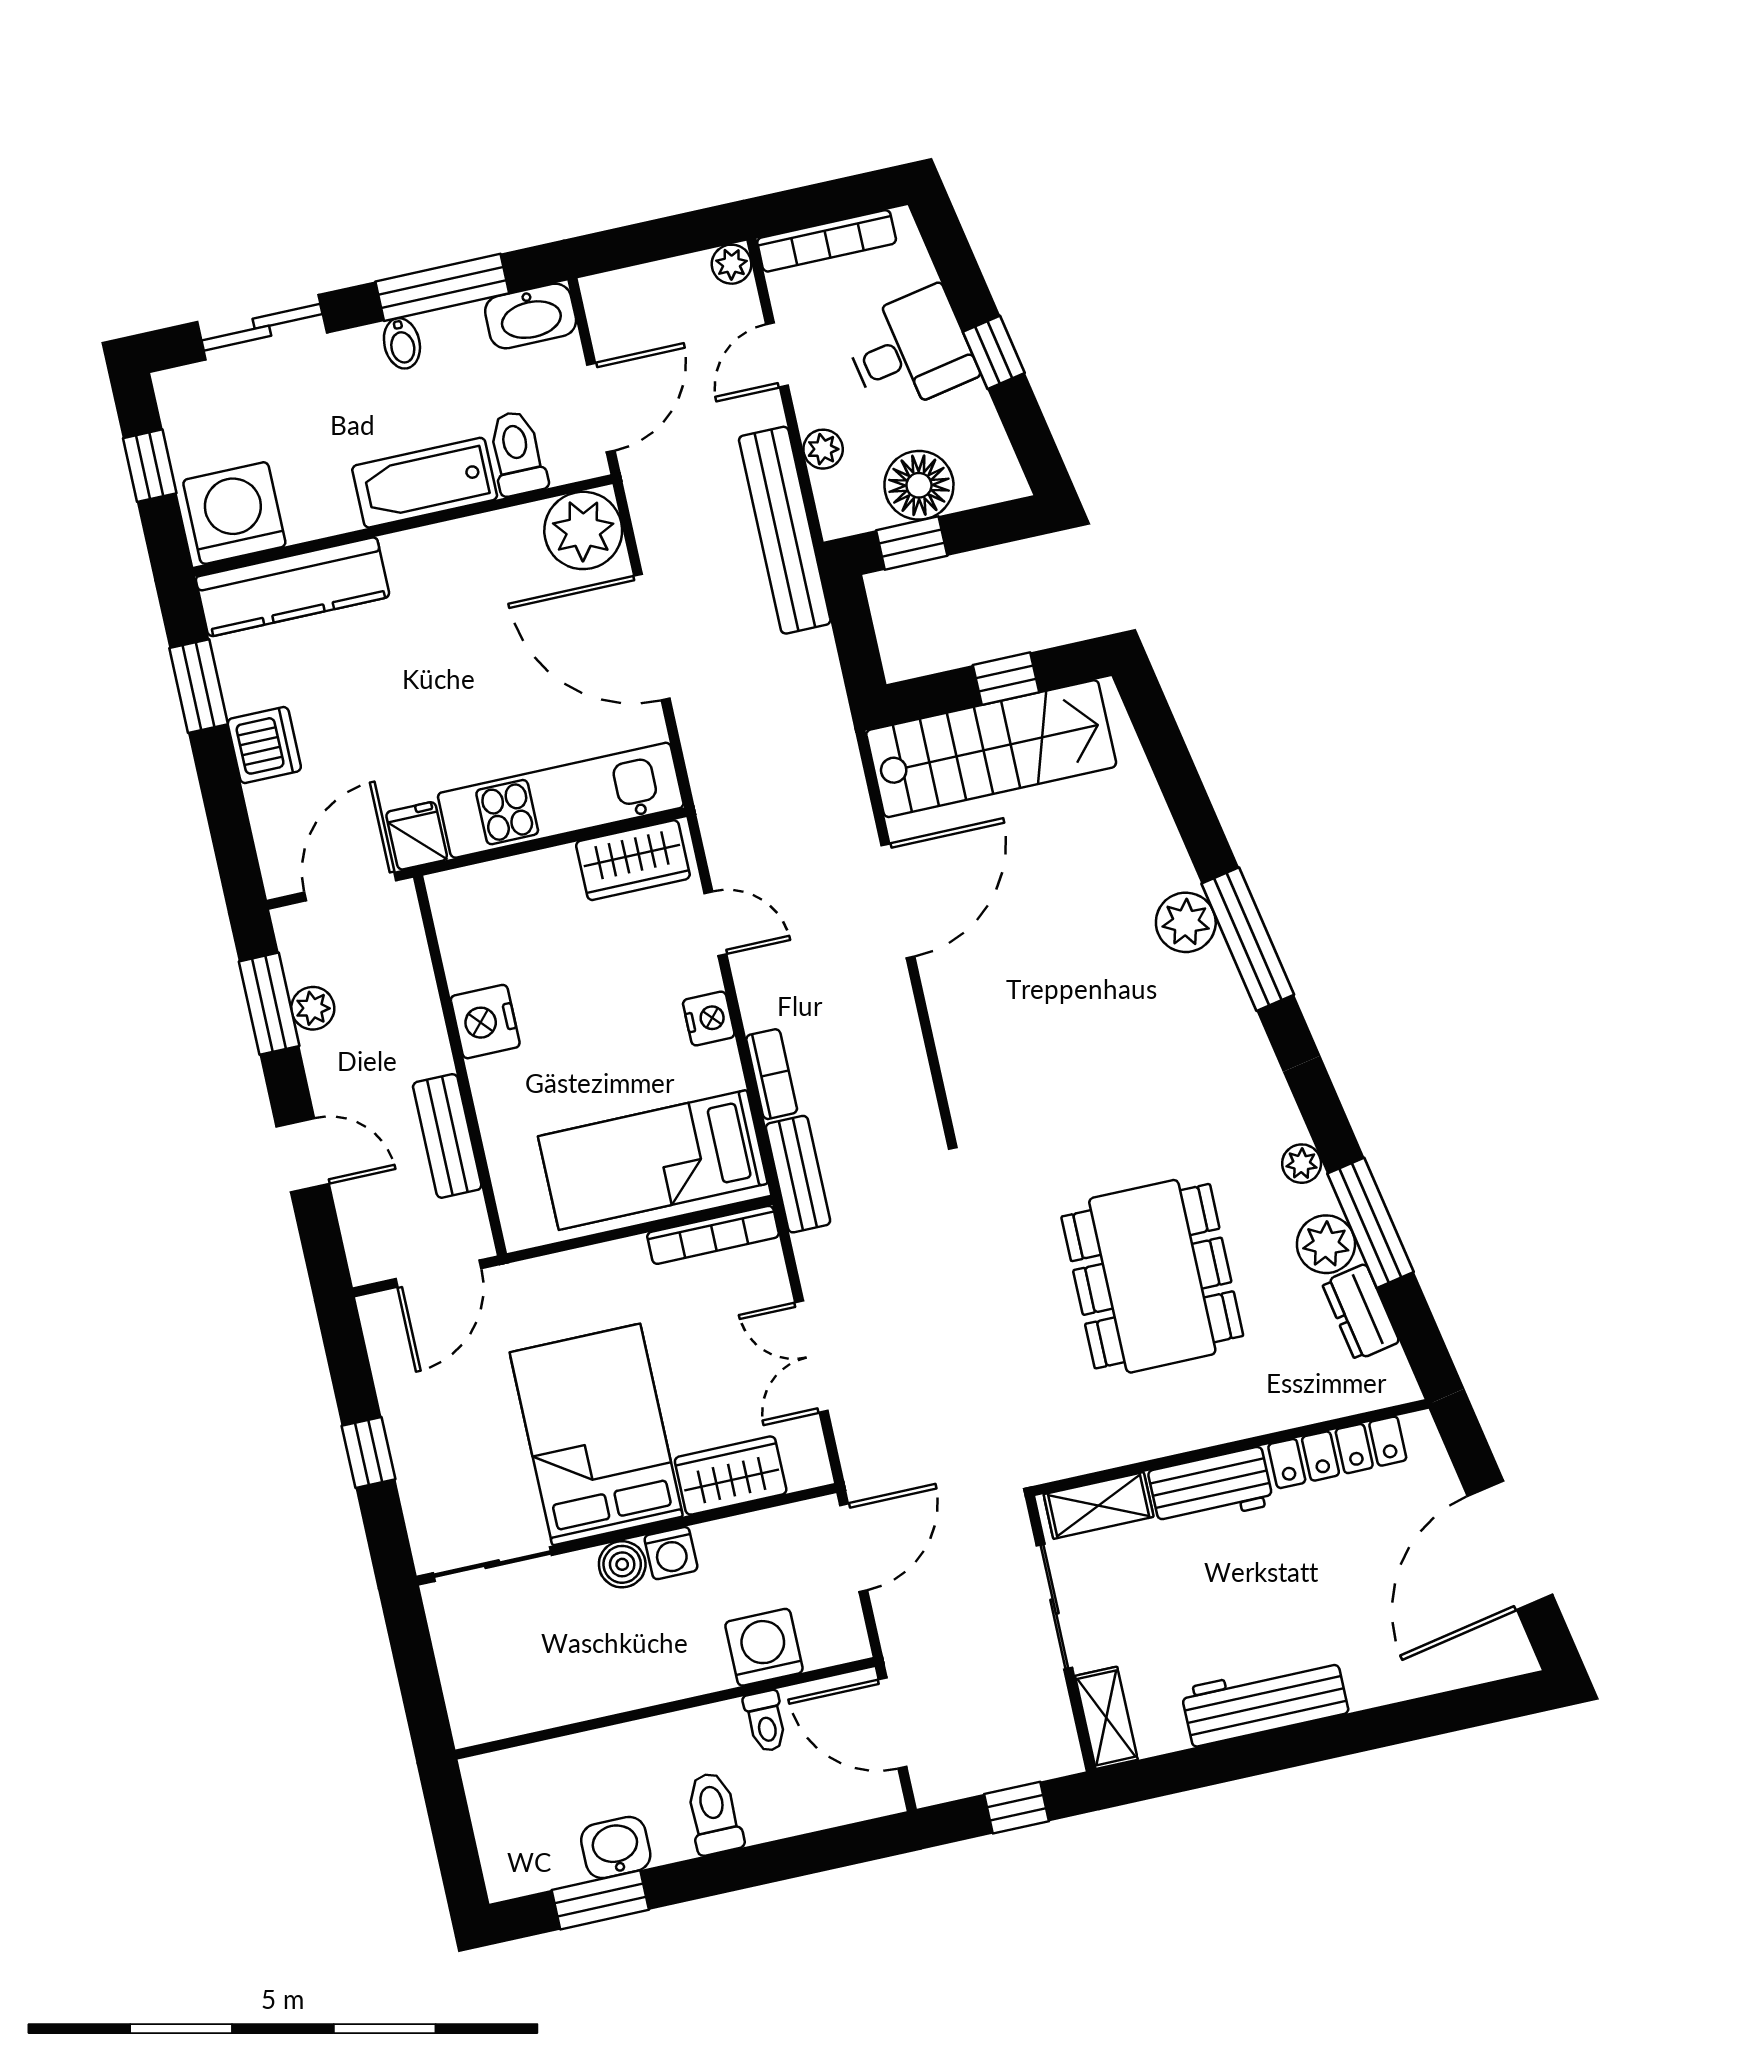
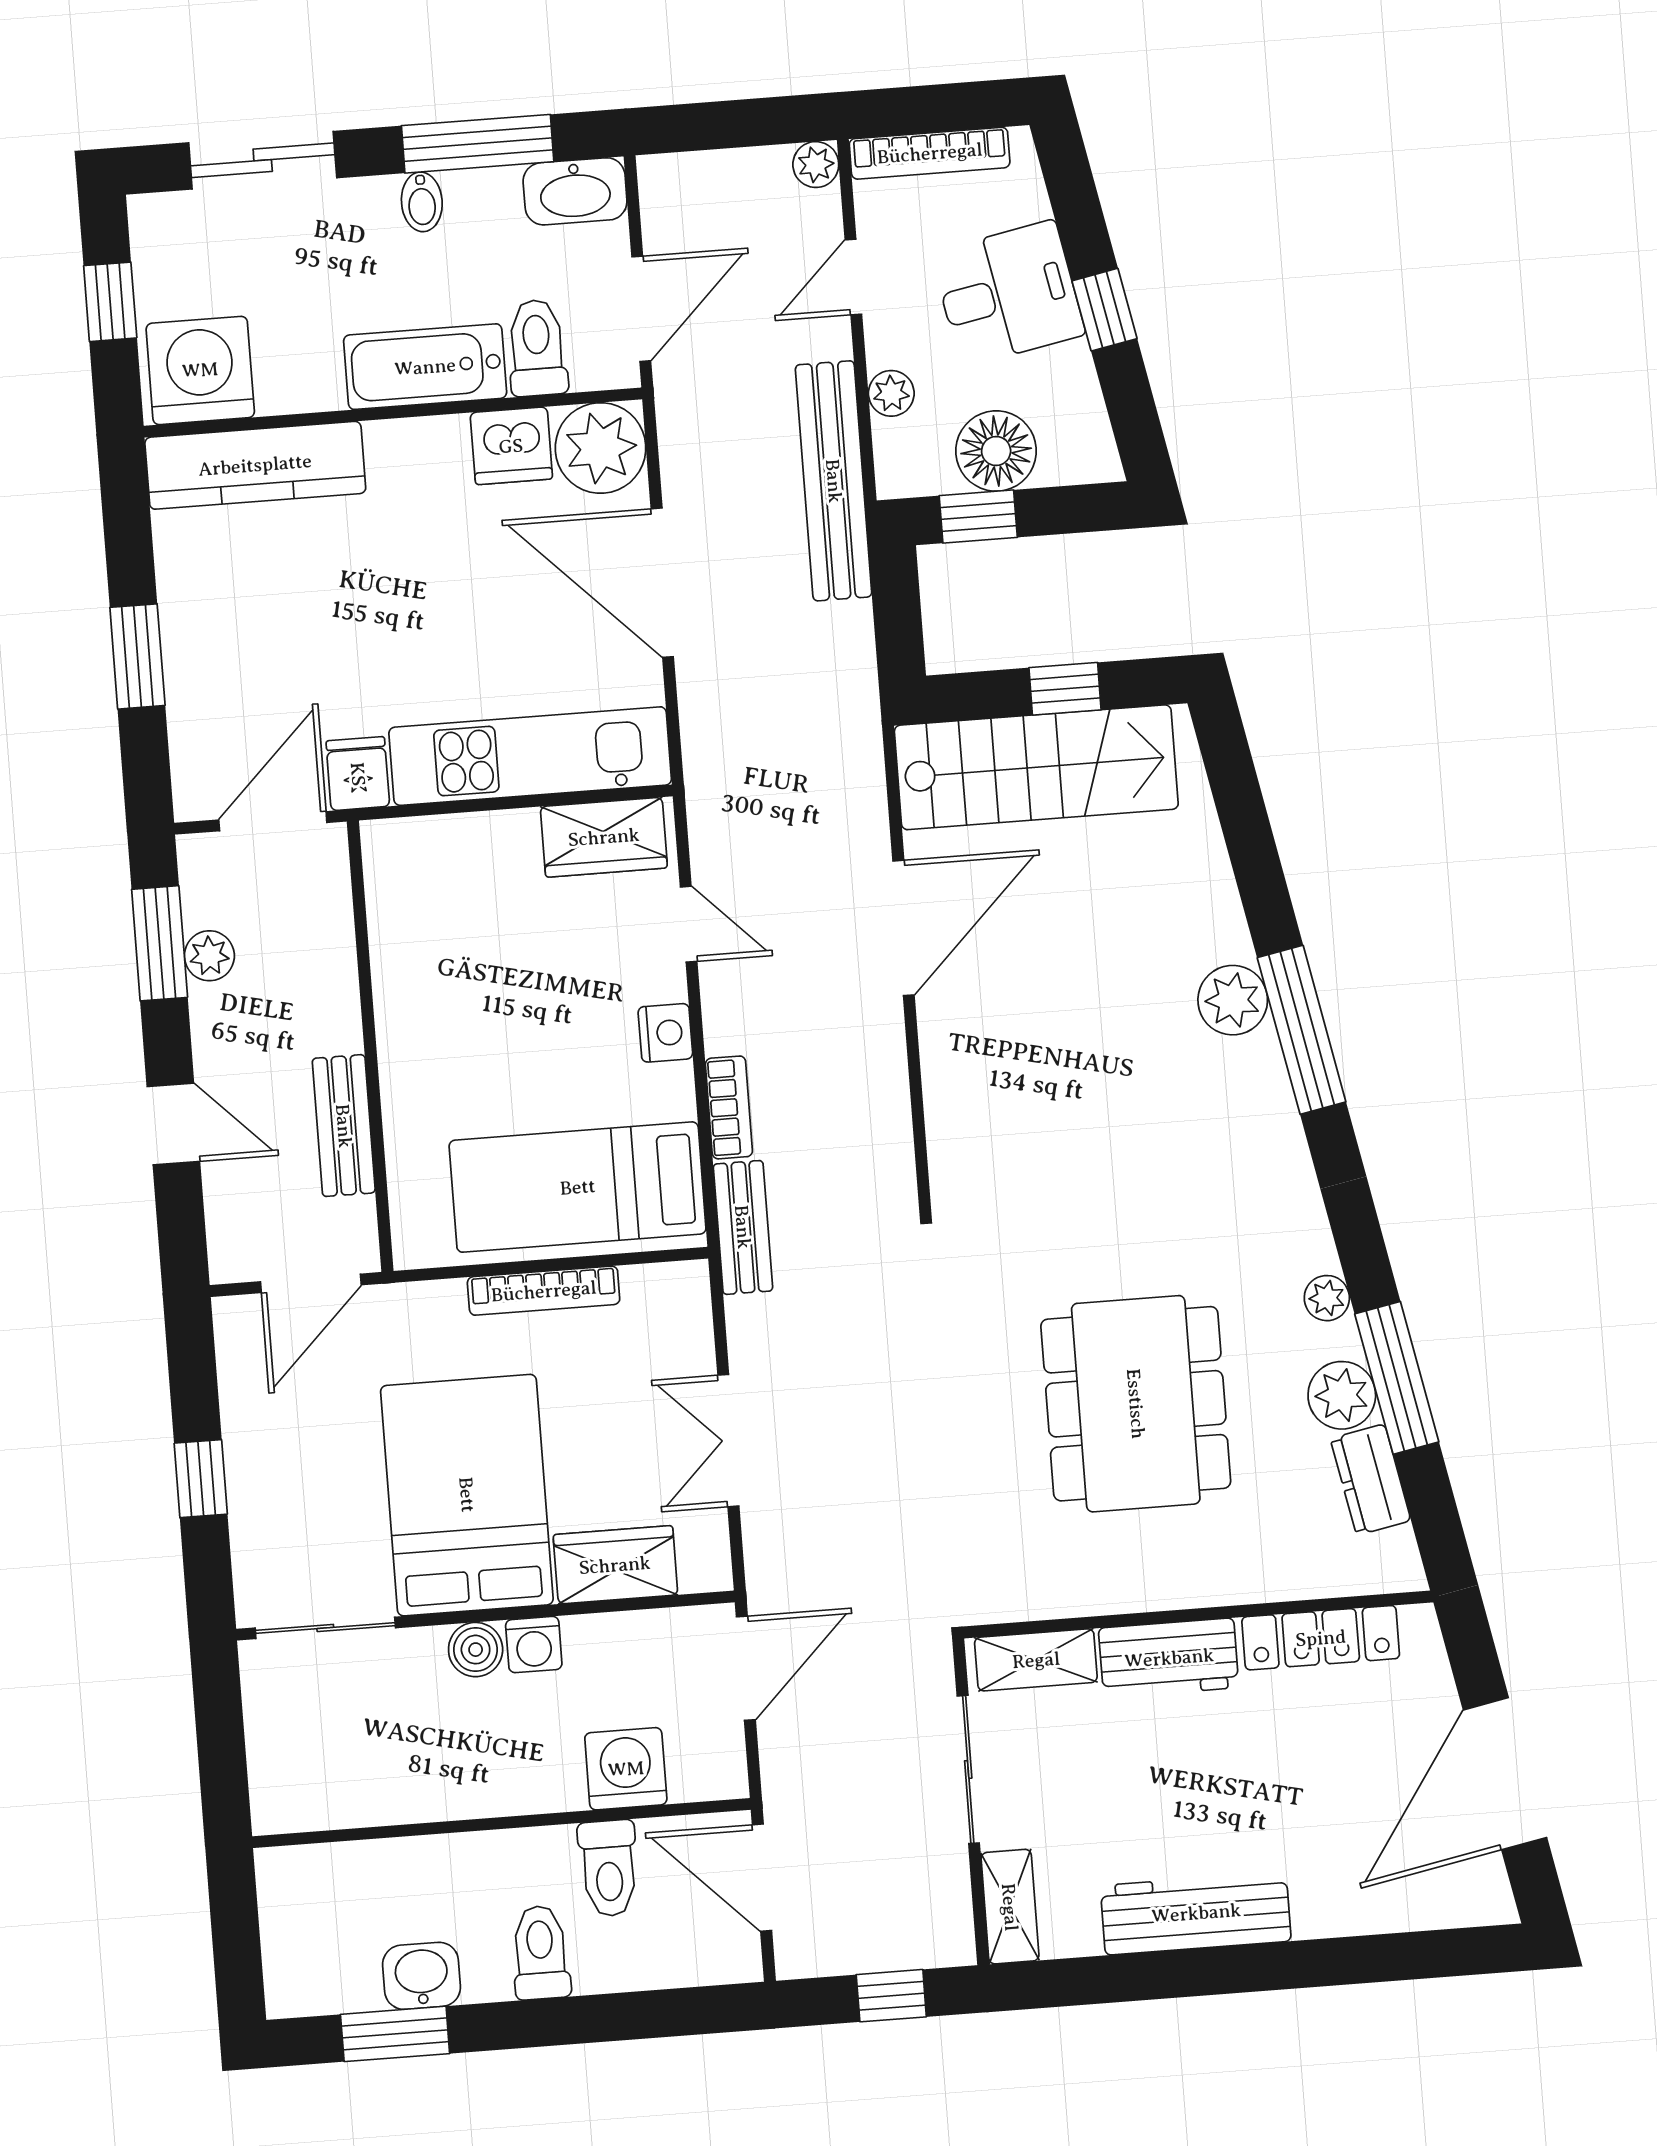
window: (199, 686) -> (137, 656), moved
dishwasher: (264, 745) -> (511, 446), moved, turned 90
nightstand: (485, 1022) -> (406, 1000), removed
bookcase: (713, 1235) -> (544, 1291), moved
toilet: (766, 1721) -> (609, 1868), width x1.37, depth x1.39

